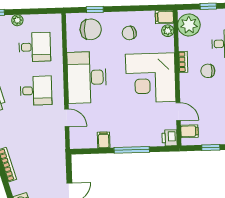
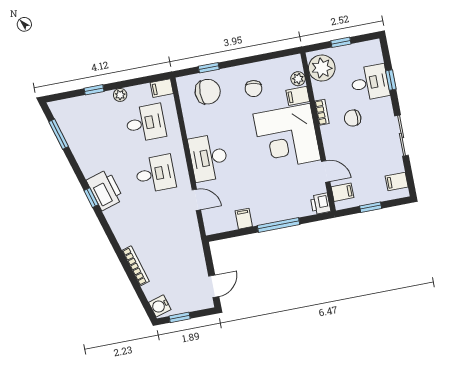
filing cabinet: (164, 17) -> (298, 96), moved
filing cabinet: (53, 20) -> (162, 88), added
chair: (129, 33) -> (253, 89), turned -67
desk: (87, 77) -> (209, 158), width x0.73, depth x0.77

